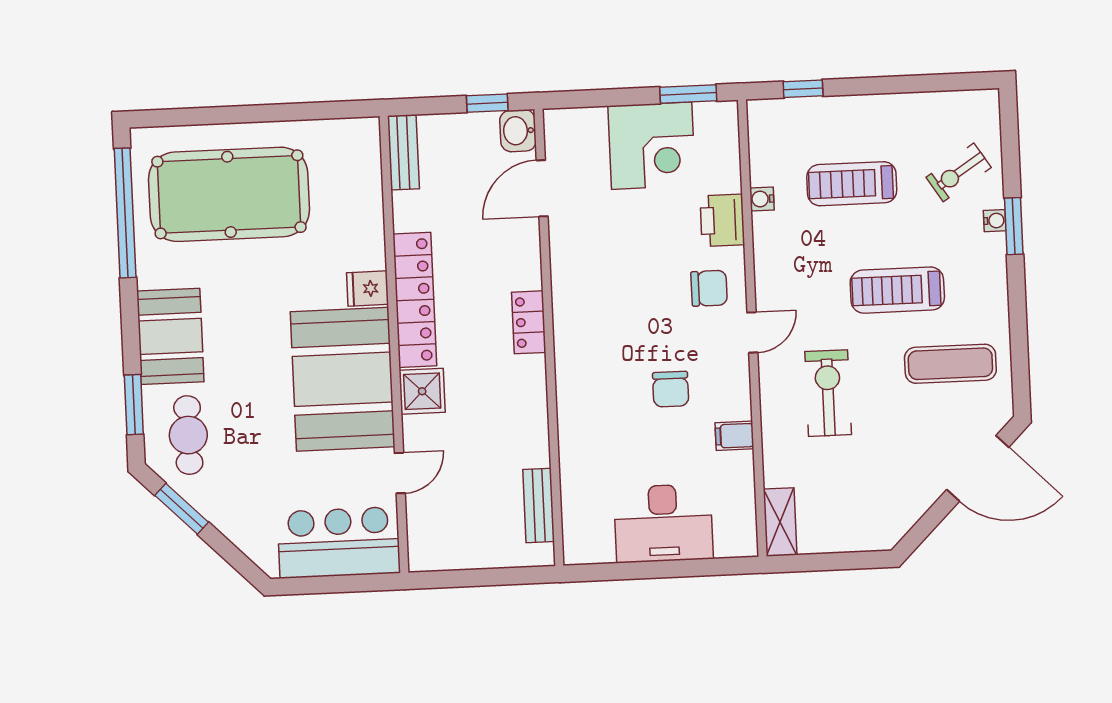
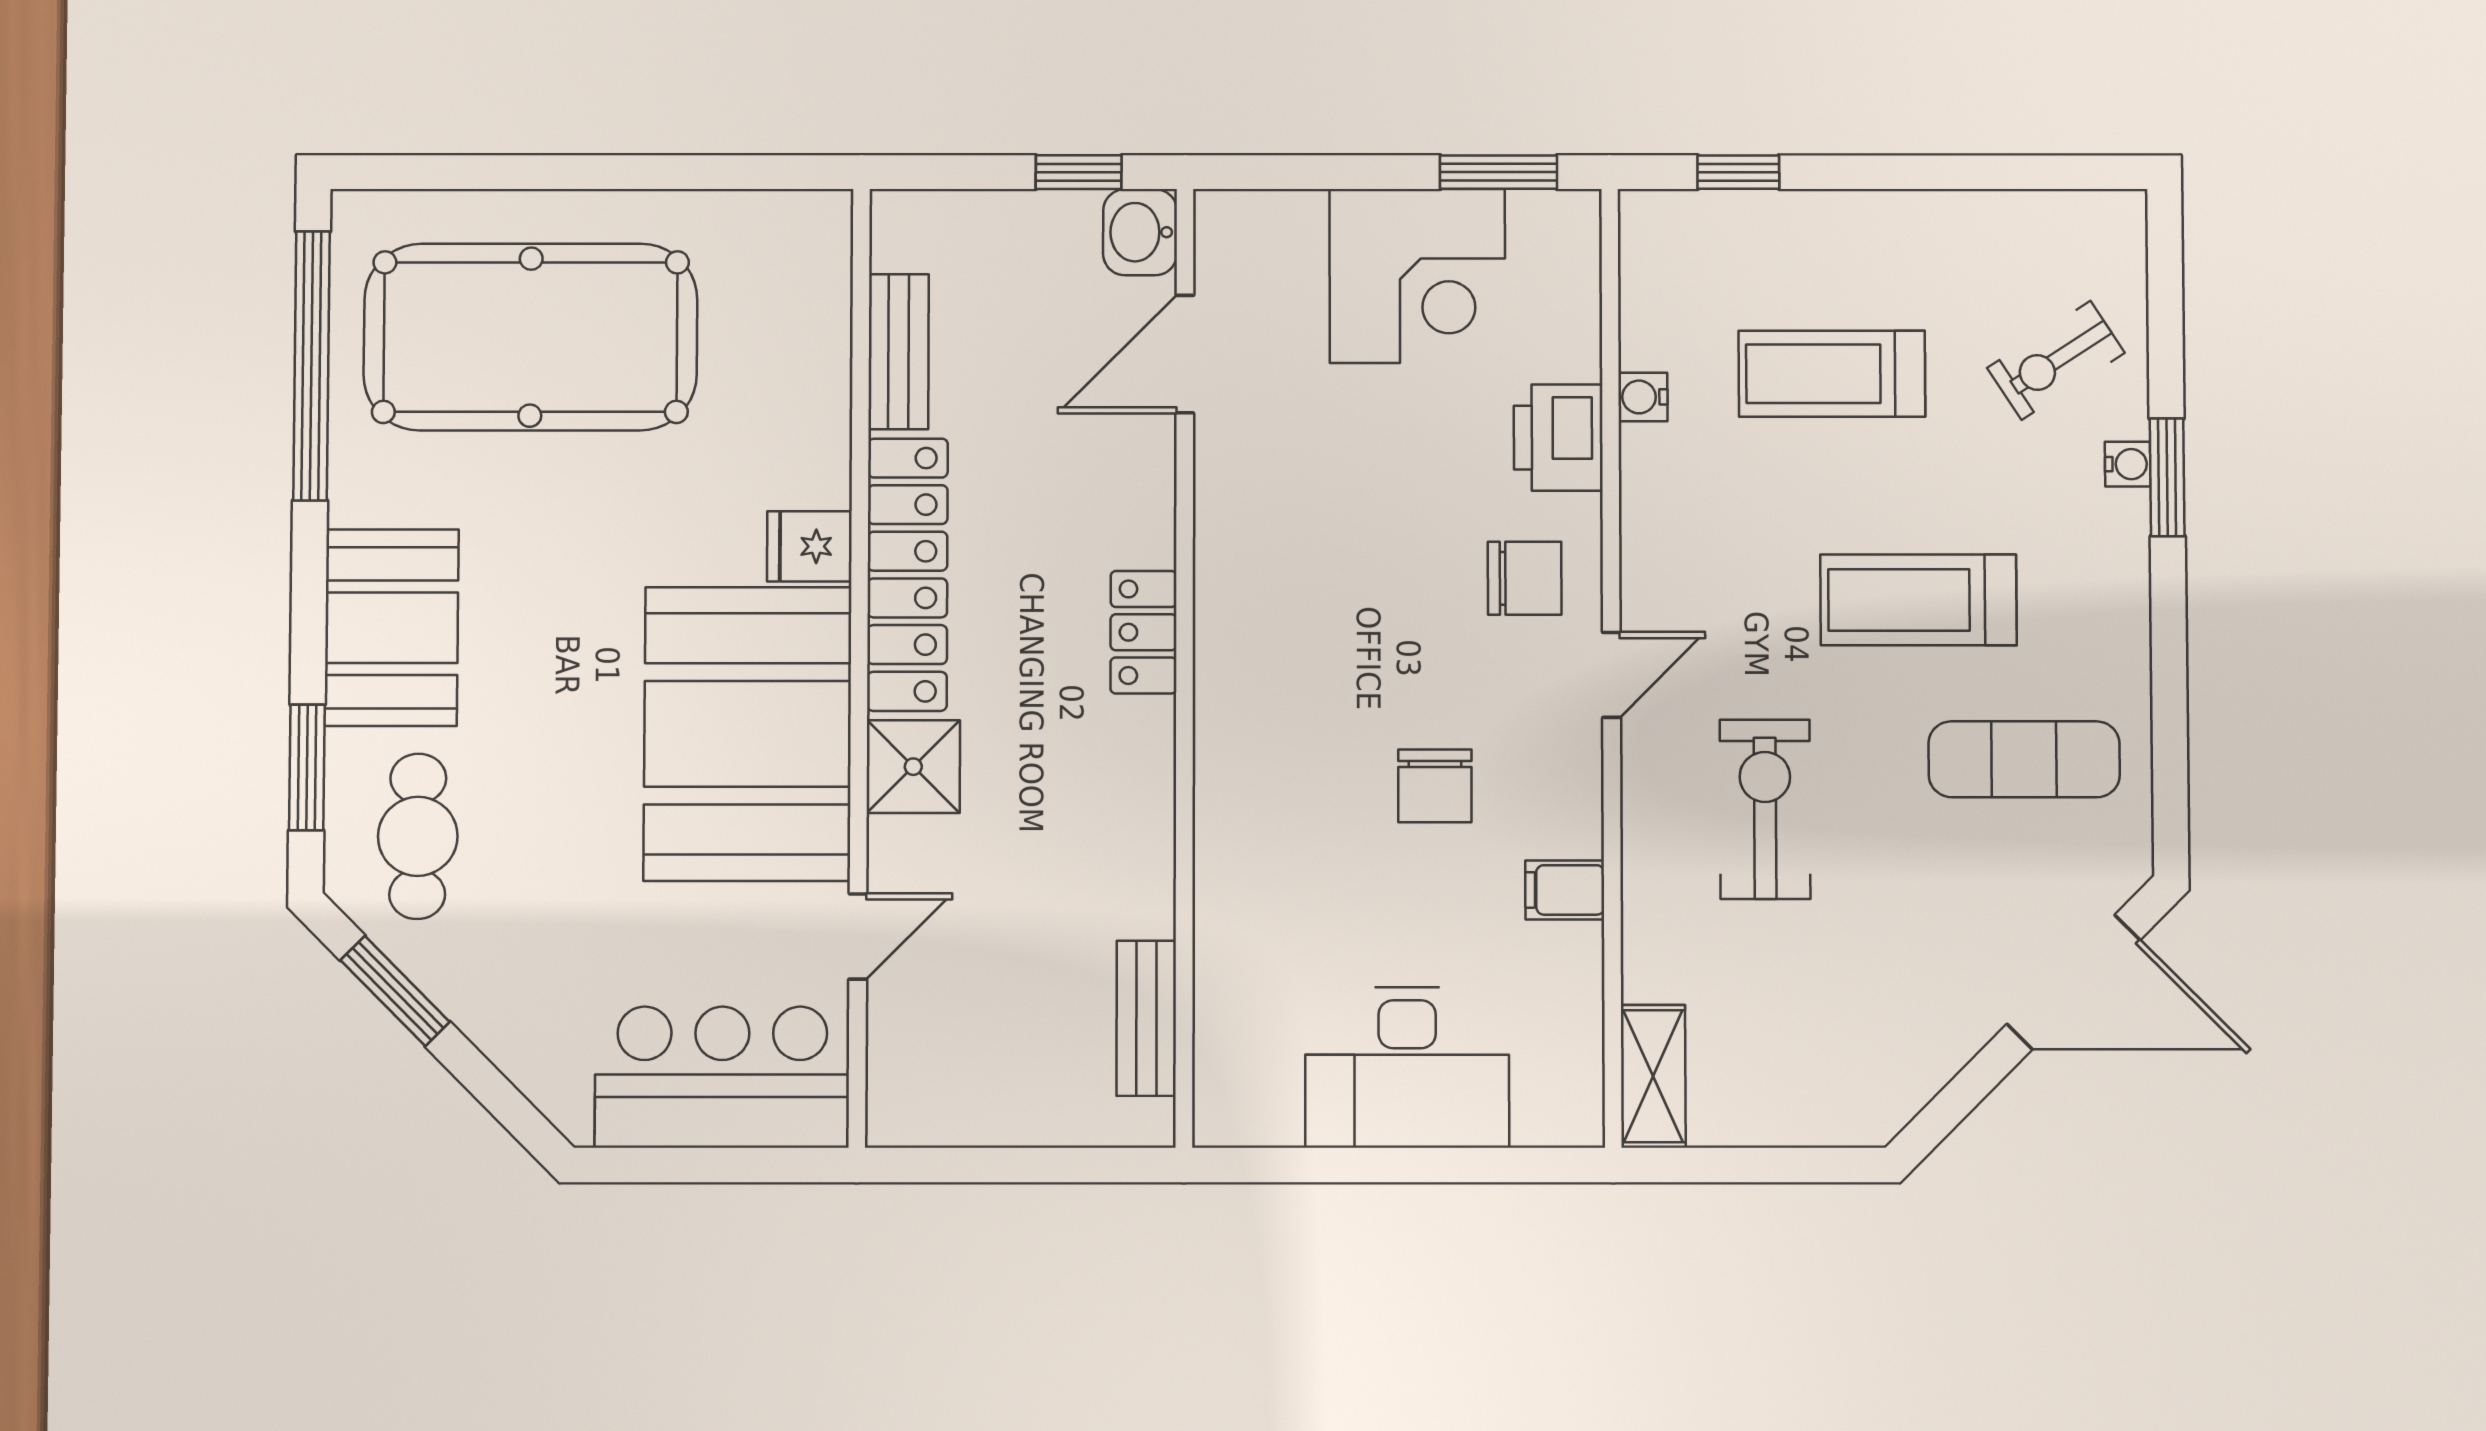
bench: (403, 152) -> (899, 352), moved

